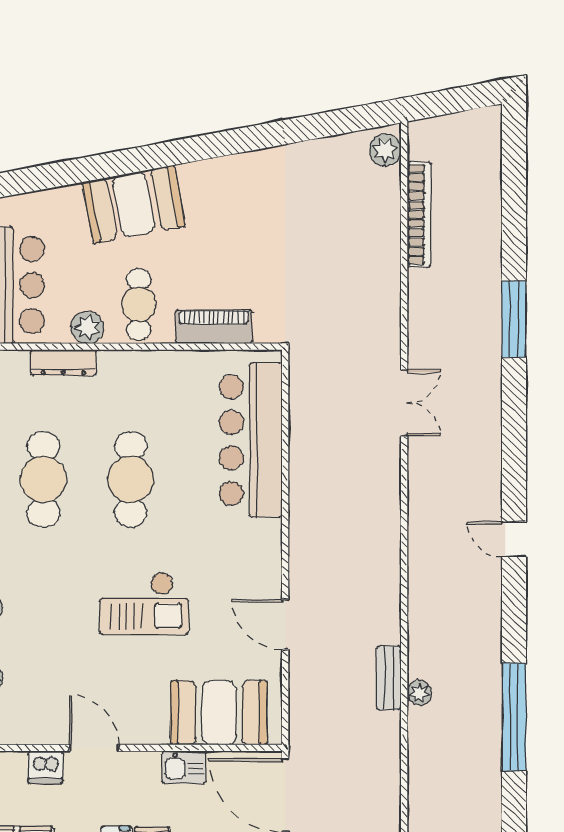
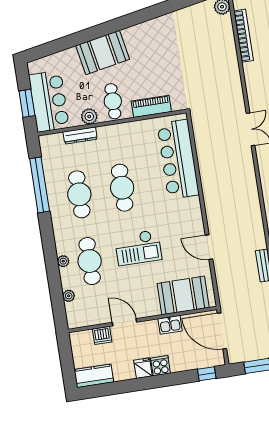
cafe table: (43, 615) -> (90, 261), added

